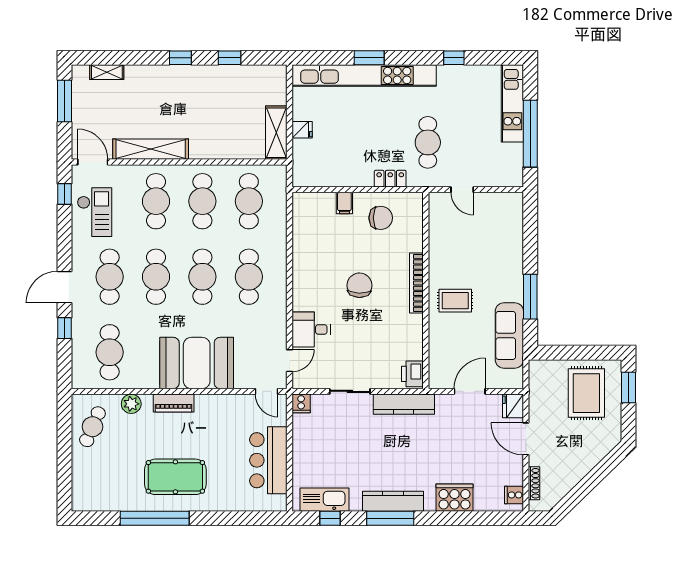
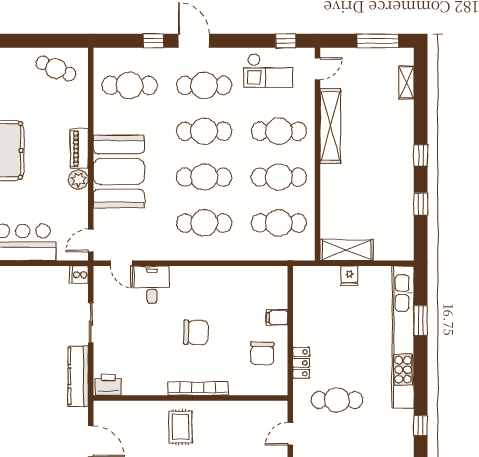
window: (369, 58) -> (421, 320), moved
door: (93, 162) -> (318, 69), width x0.73
plant: (131, 404) -> (79, 180), moved

